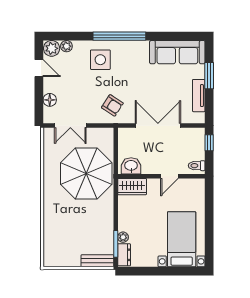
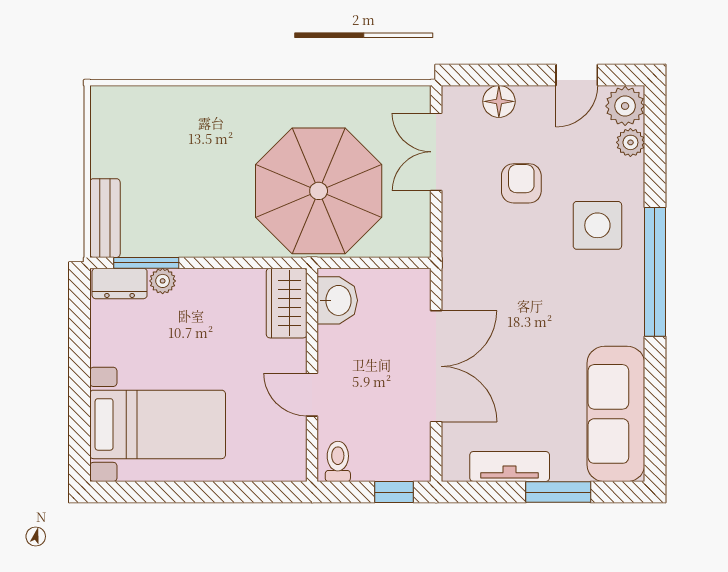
armchair: (112, 105) -> (521, 183), moved, turned 147

